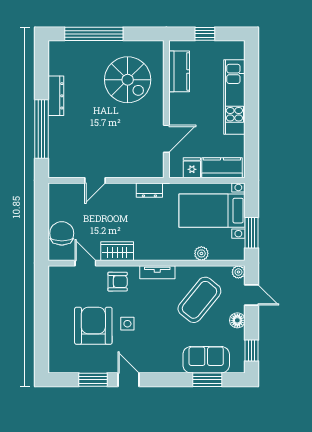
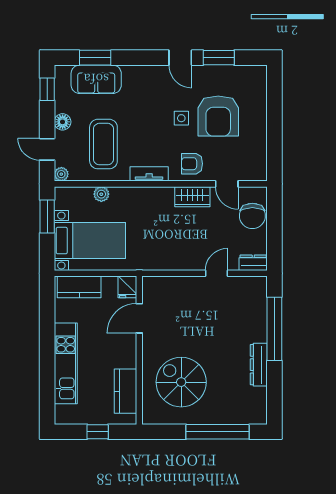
fridge: (192, 168) -> (127, 287), moved
dresser: (149, 190) -> (253, 263), moved
coffee table: (199, 300) -> (103, 144), turned -39

